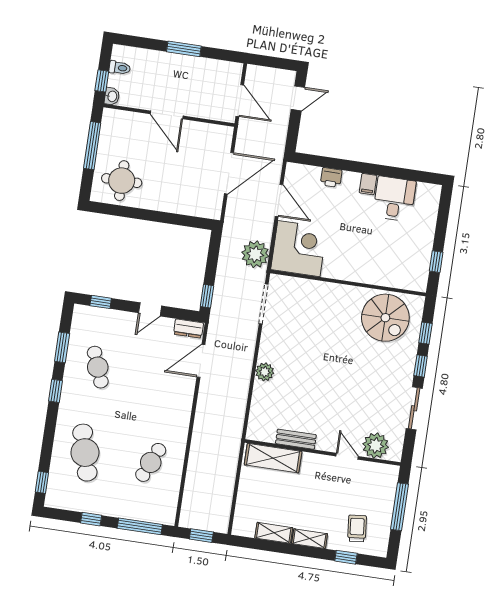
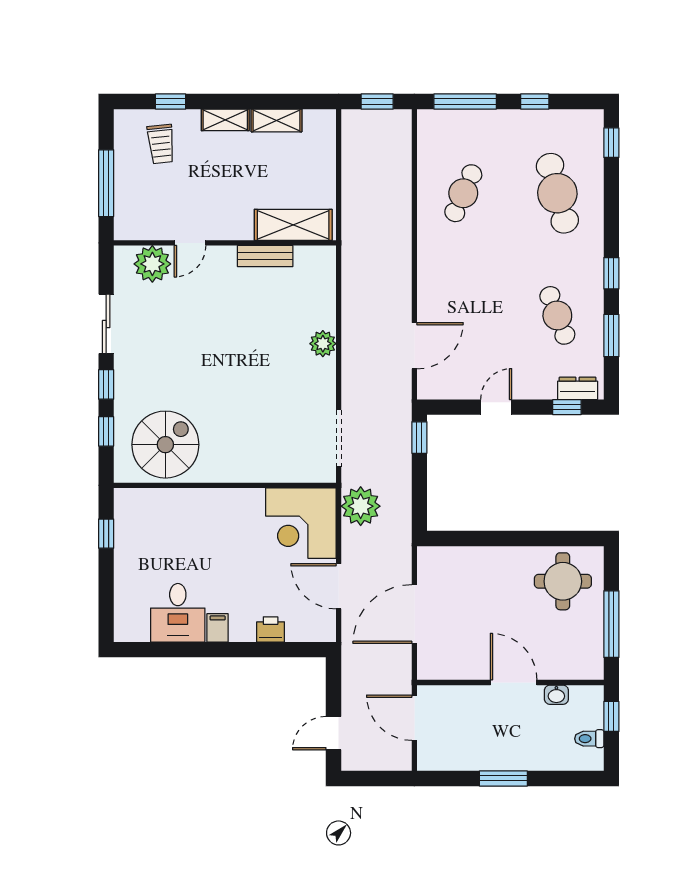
washbasin: (112, 96) -> (556, 695), moved, turned -90
spiral stairs: (385, 318) -> (165, 445), turned 90
dresser: (188, 329) -> (578, 388), moved
door: (347, 456) -> (190, 243), hinge flipped

